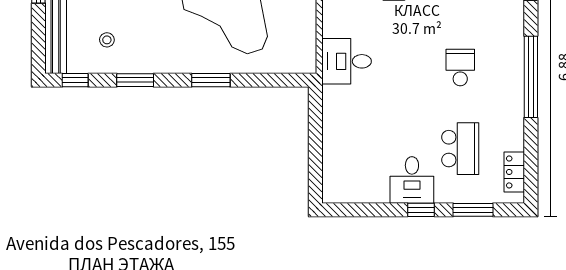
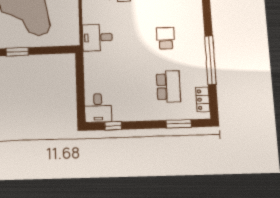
window: (531, 77) -> (210, 60), moved
desk: (412, 180) -> (98, 108), moved
window: (421, 210) -> (113, 126), moved

